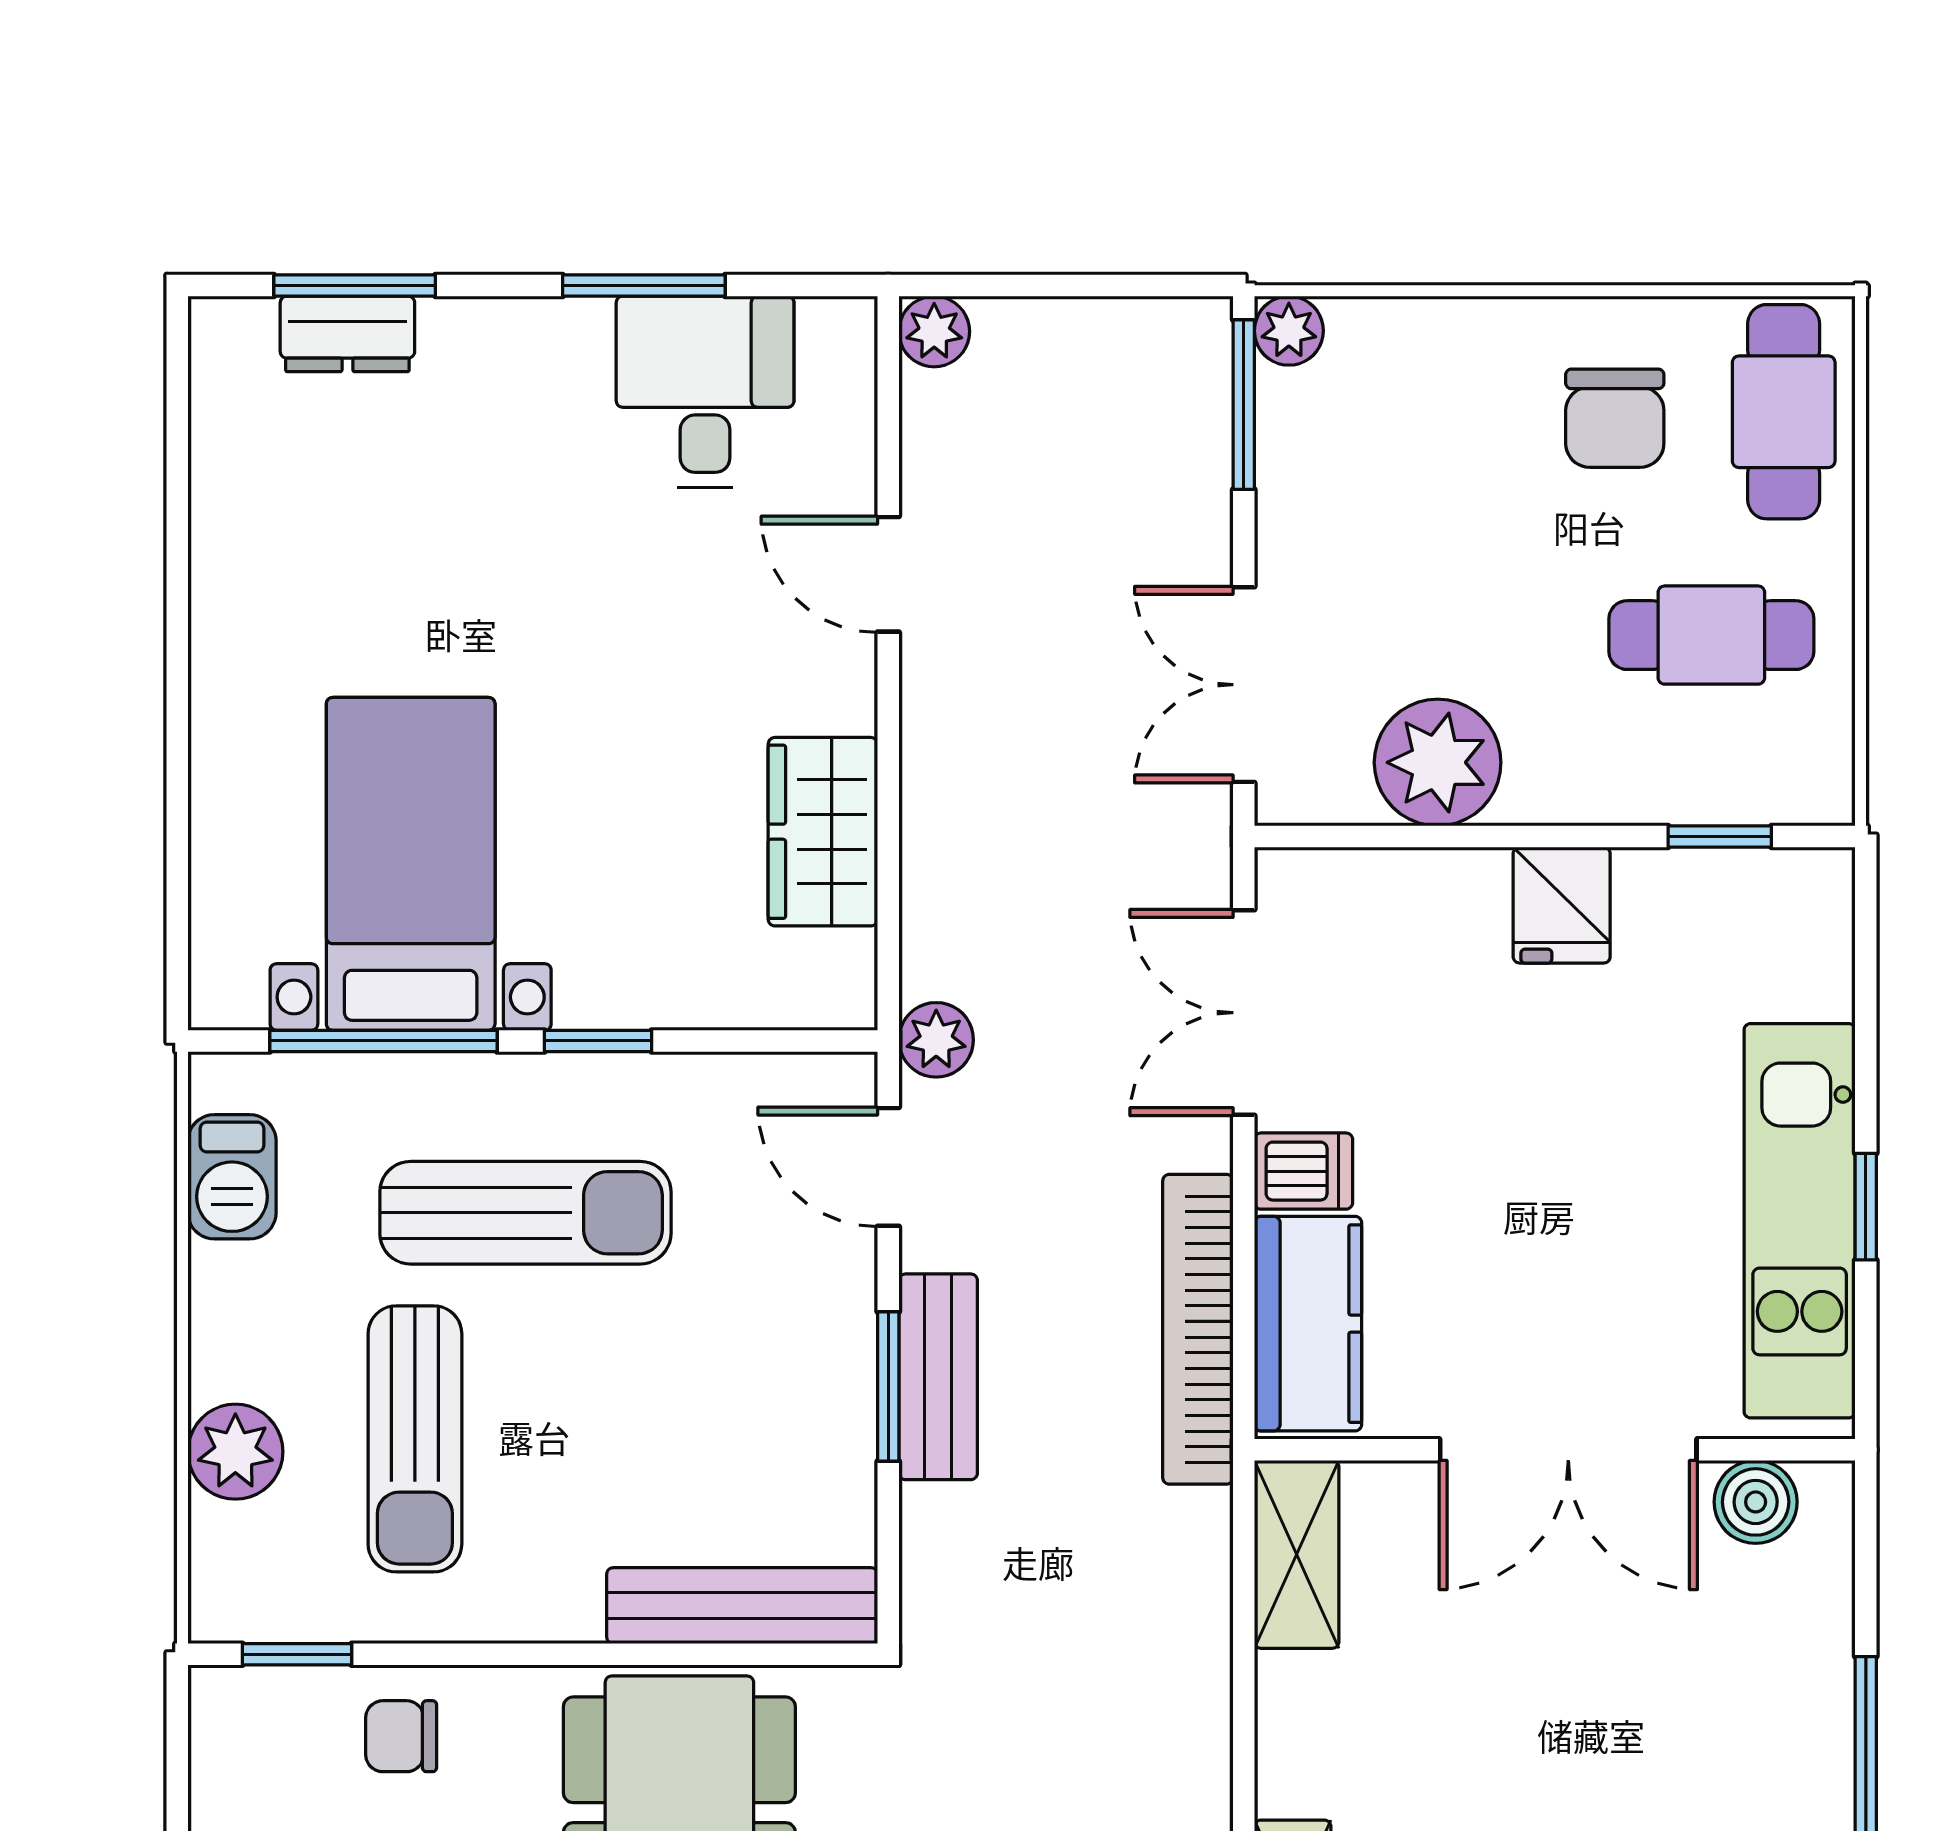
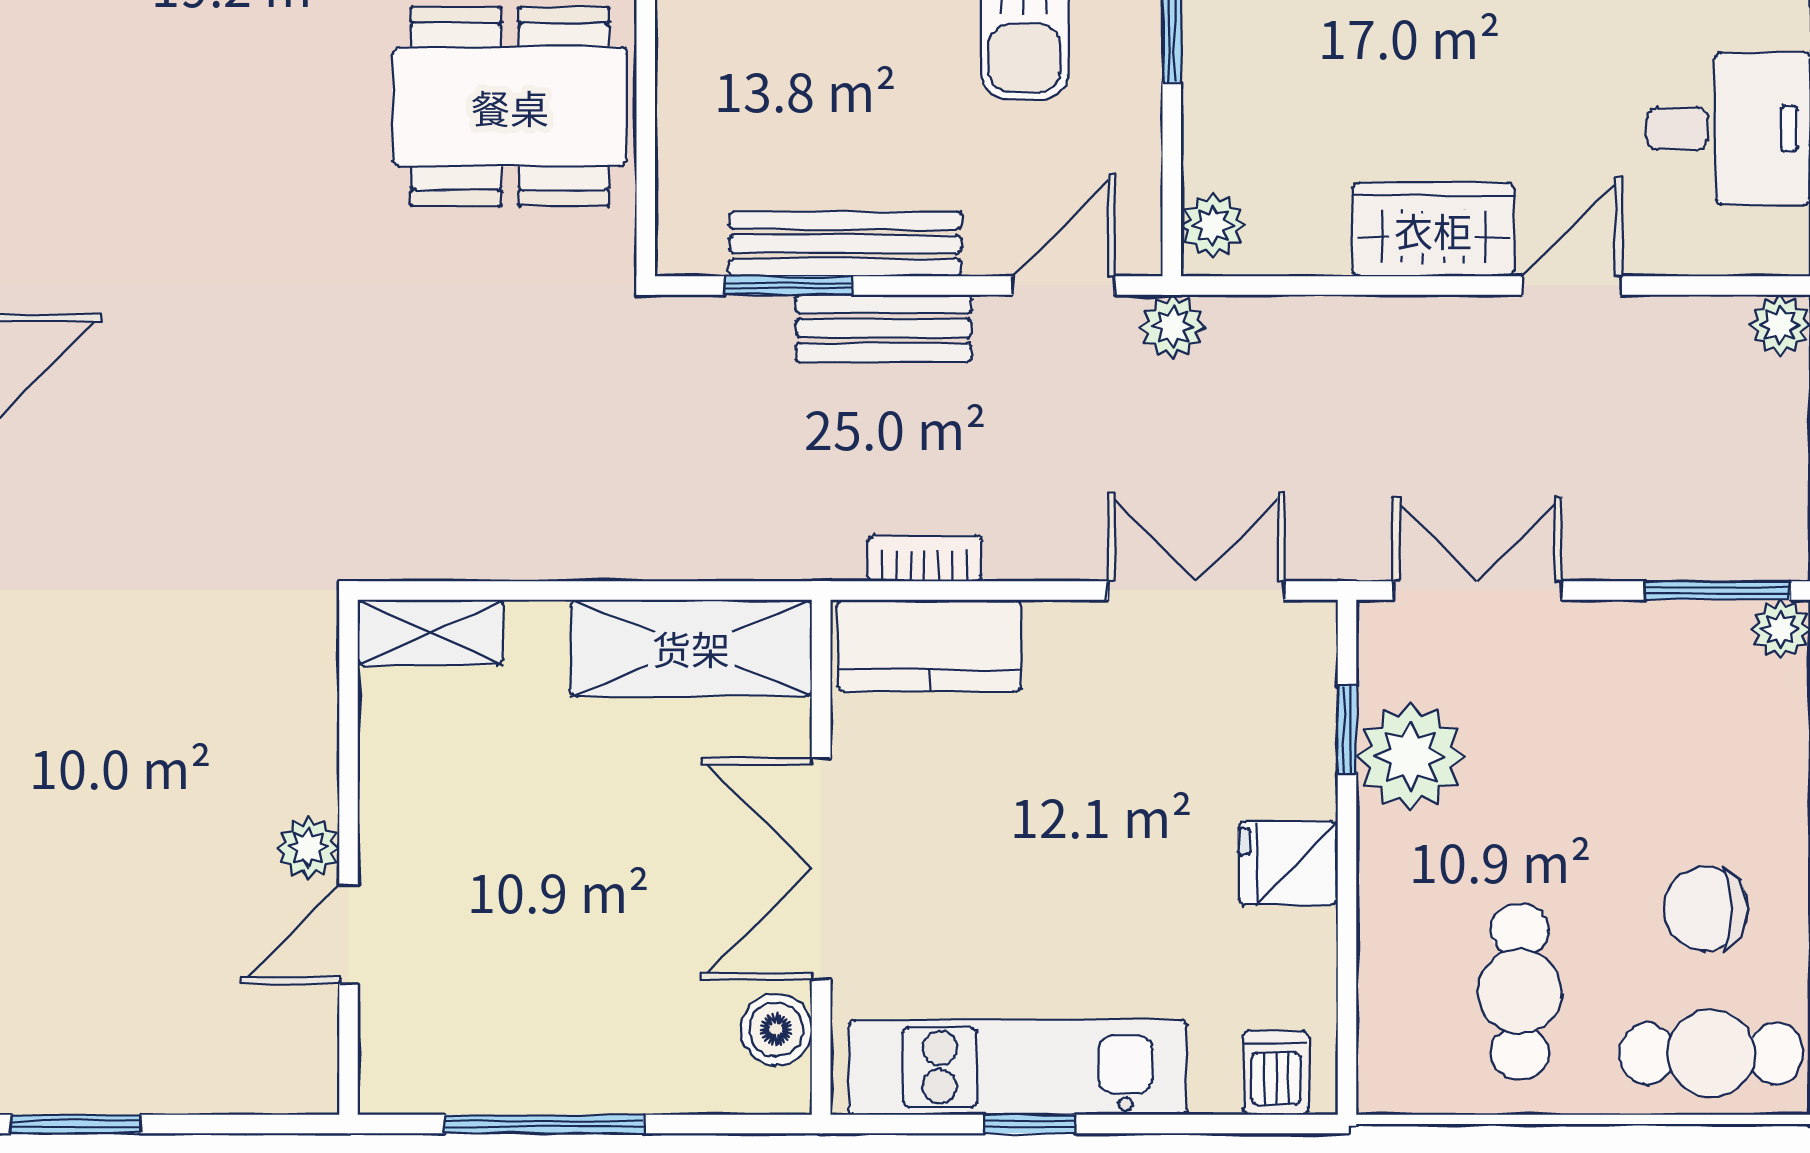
wardrobe: (823, 832) -> (1433, 230), moved
window: (1720, 837) -> (1347, 730), moved
plant: (818, 993) -> (1213, 225), added
dishwasher: (1303, 1171) -> (1276, 1073), moved, turned 180
bookcase: (1198, 1329) -> (924, 558), width x0.43, depth x0.76
window: (888, 1387) -> (788, 286), moved
shelving: (1297, 1554) -> (691, 648), width x1.50, depth x1.33
bench: (742, 1606) -> (845, 244), moved, turned 90

